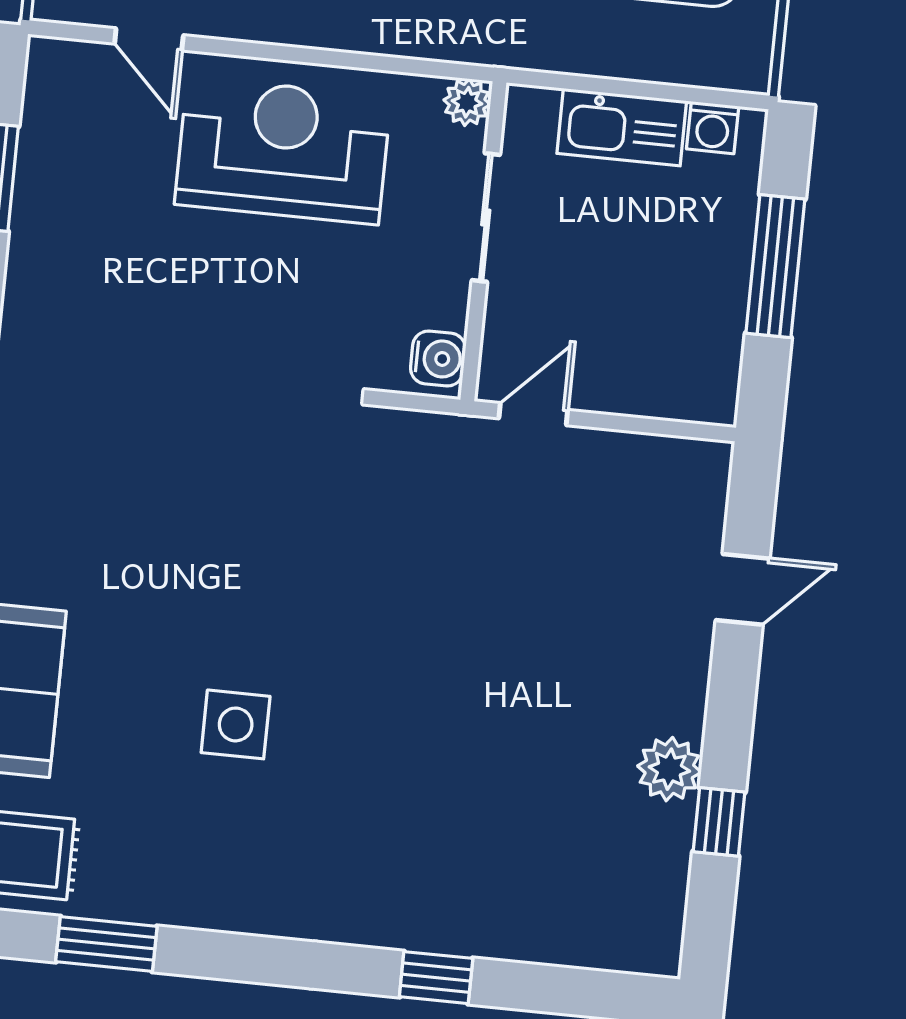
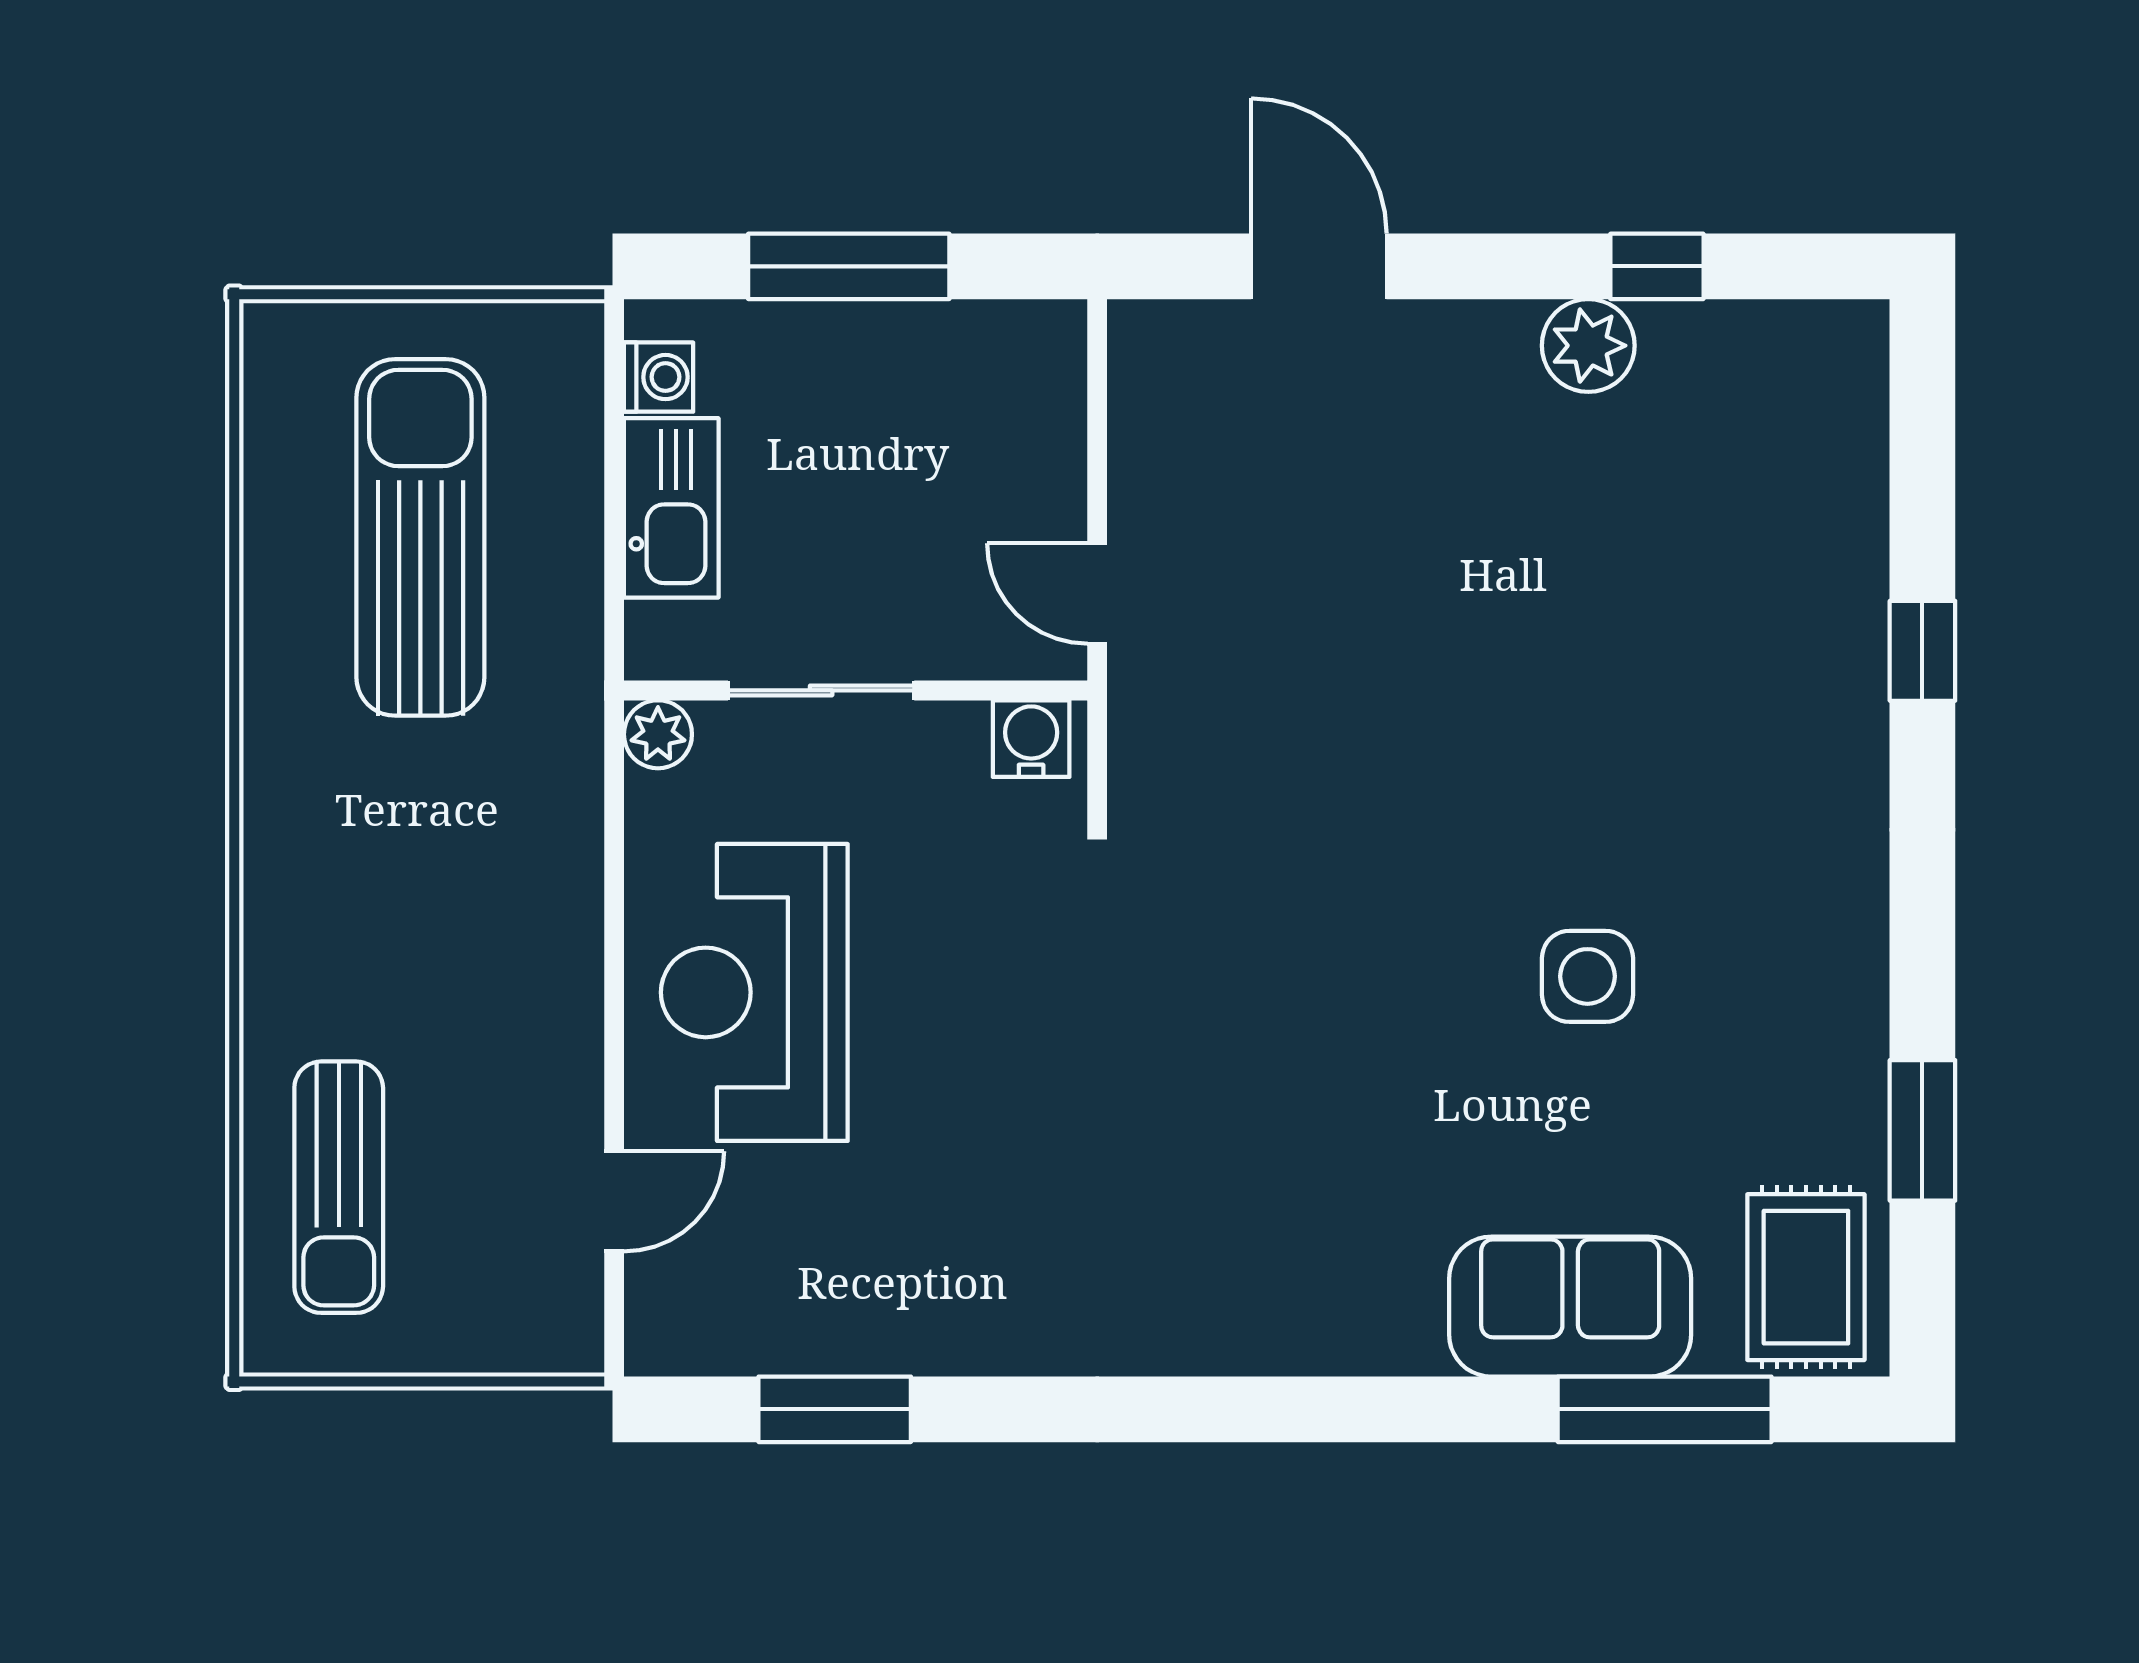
door: (743, 589) -> (1319, 266), width x1.38

